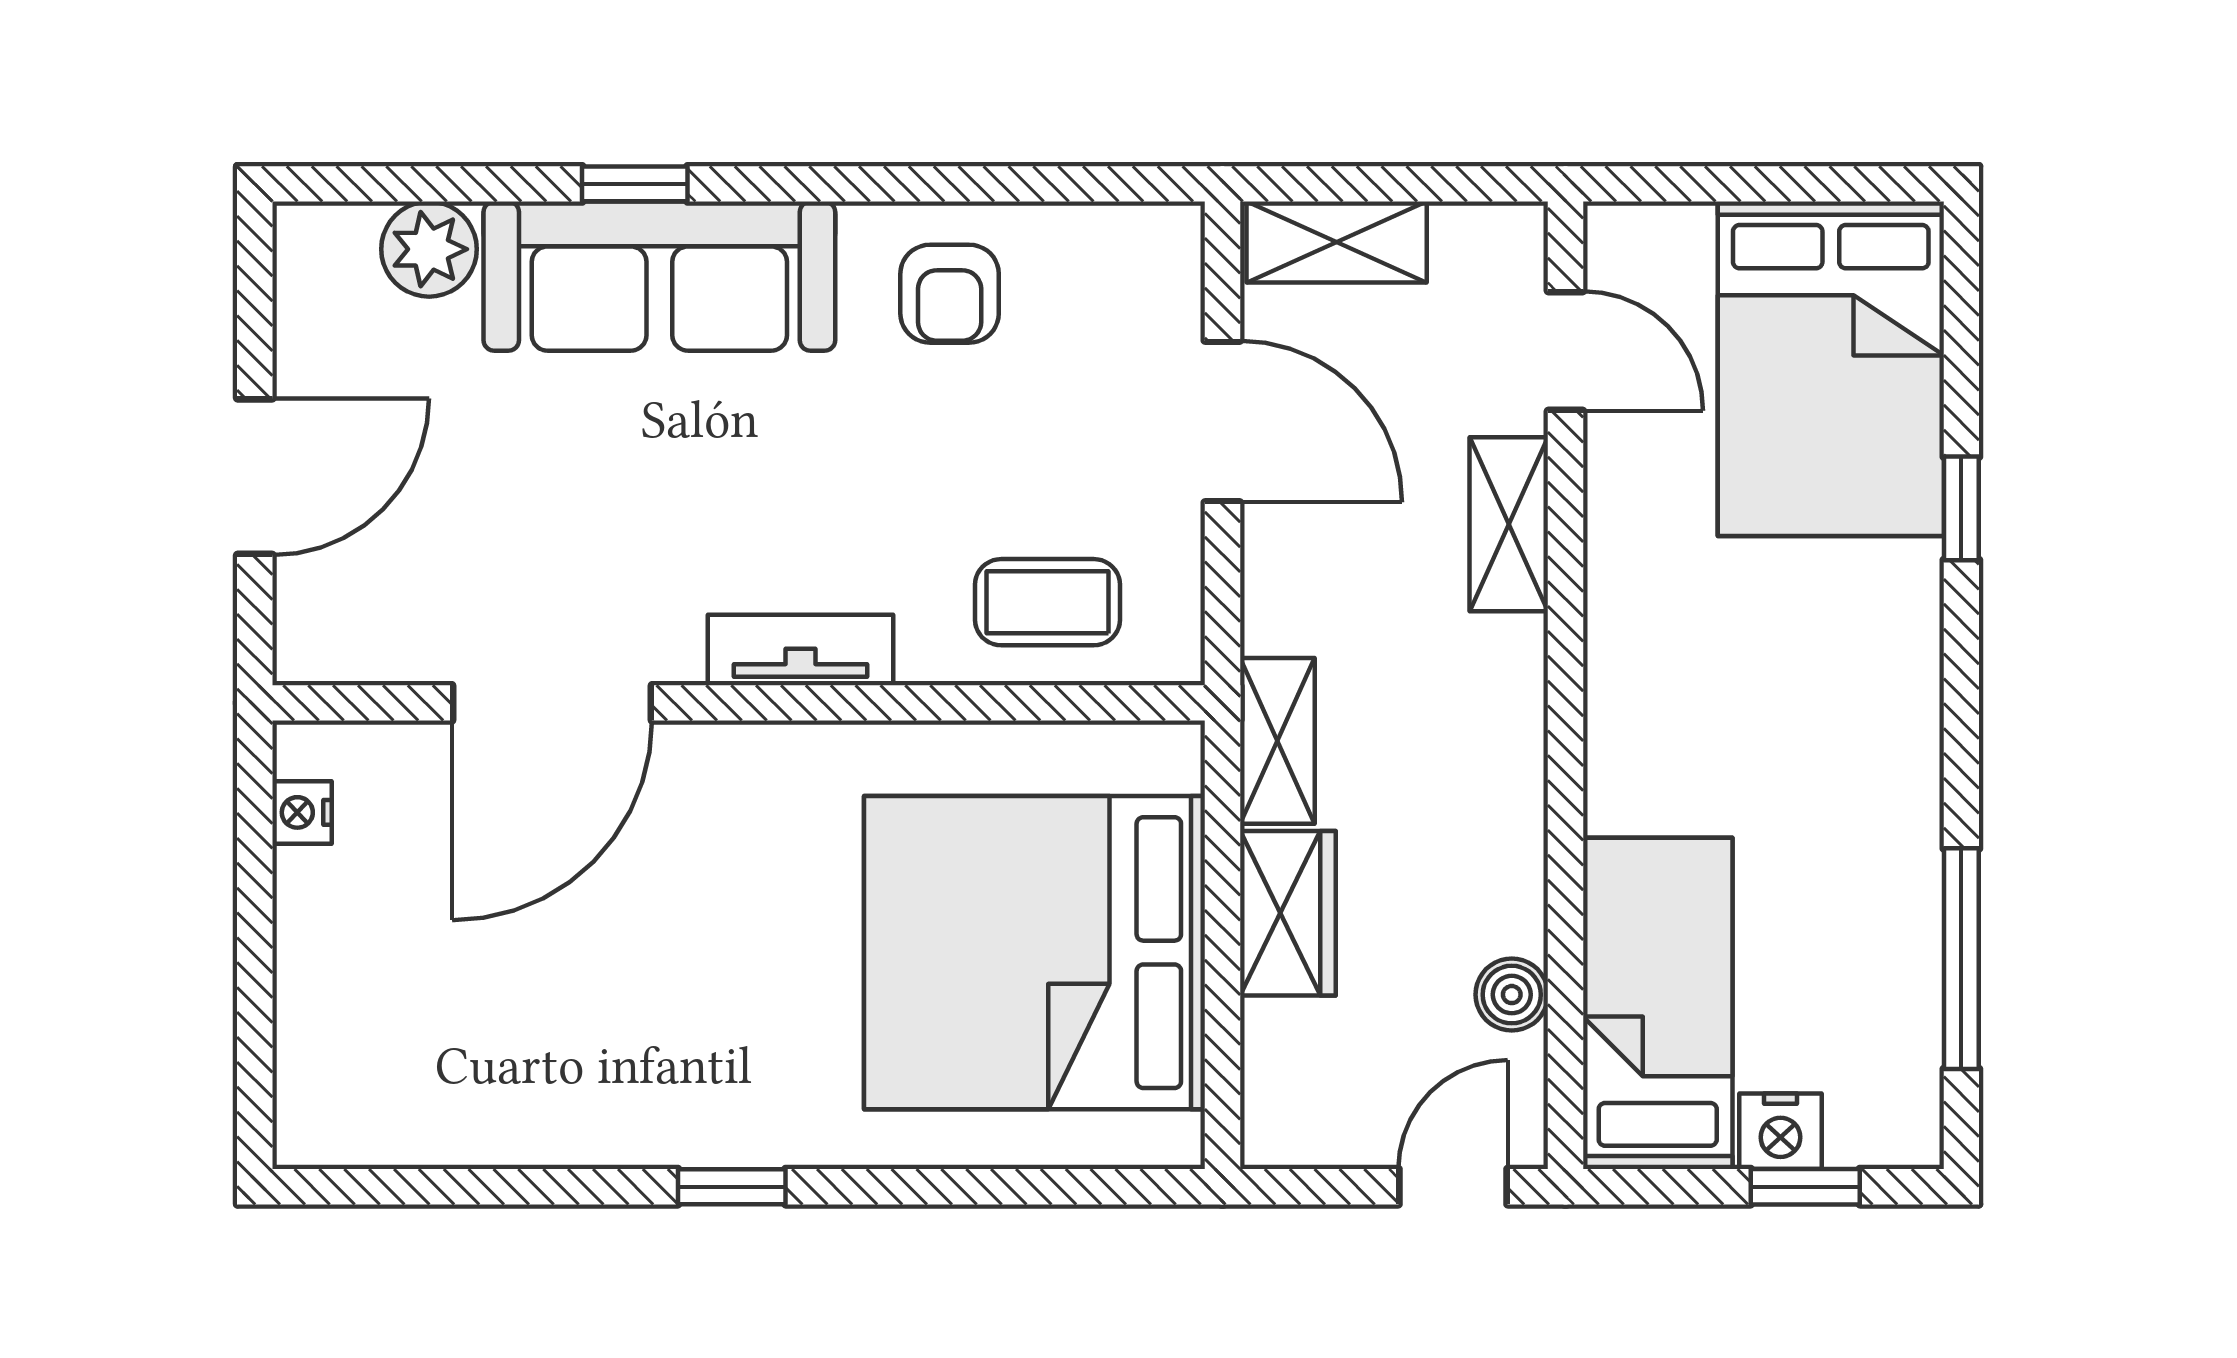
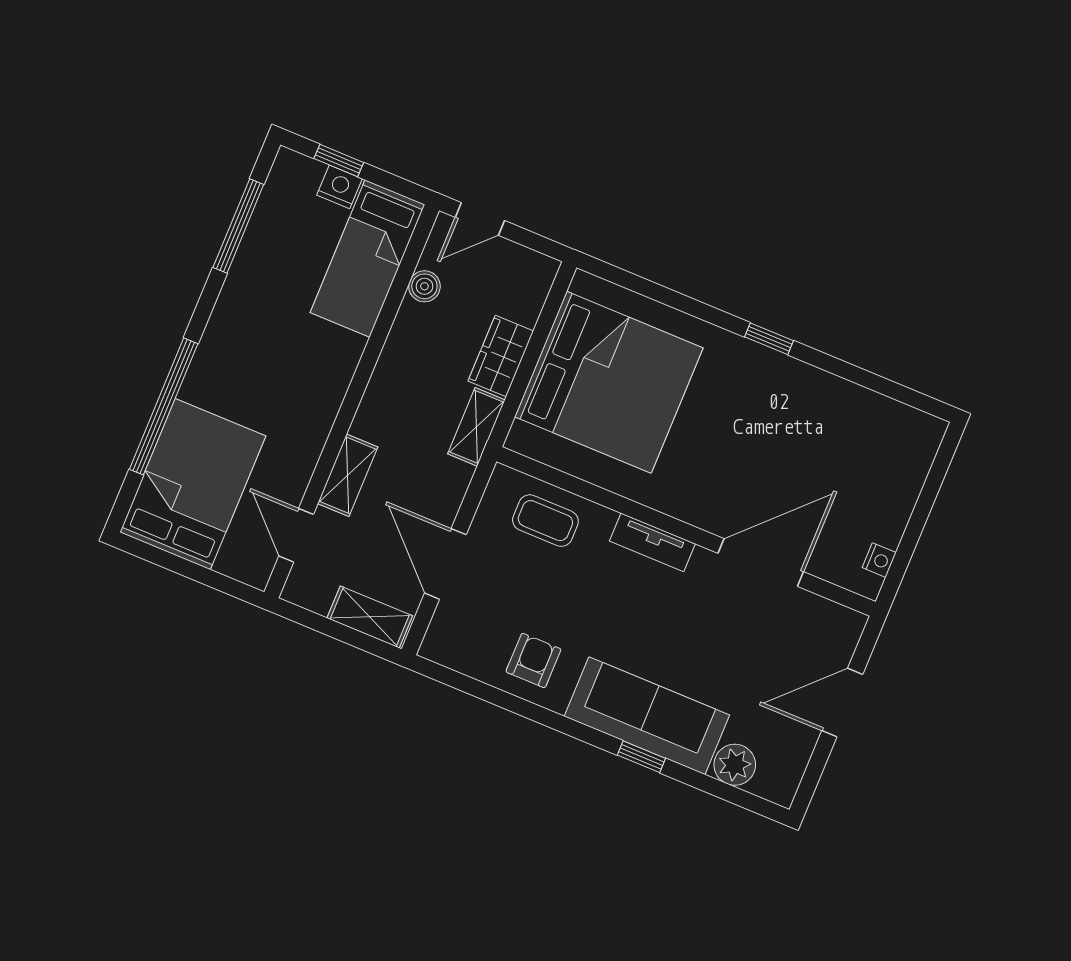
window: (1961, 508) -> (164, 406), width x3.17

